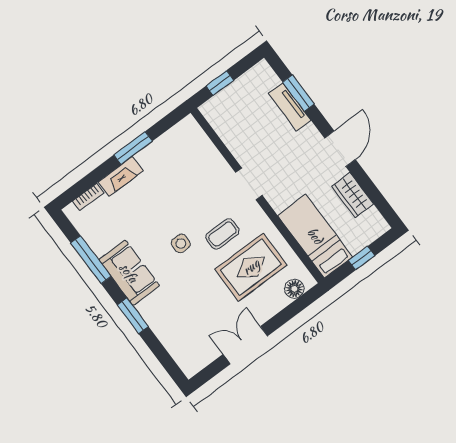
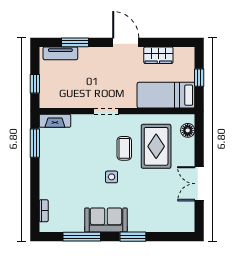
tv unit: (290, 107) -> (60, 53), moved
window: (133, 148) -> (35, 143), moved
fireplace: (121, 176) -> (55, 121), moved, turned 90

